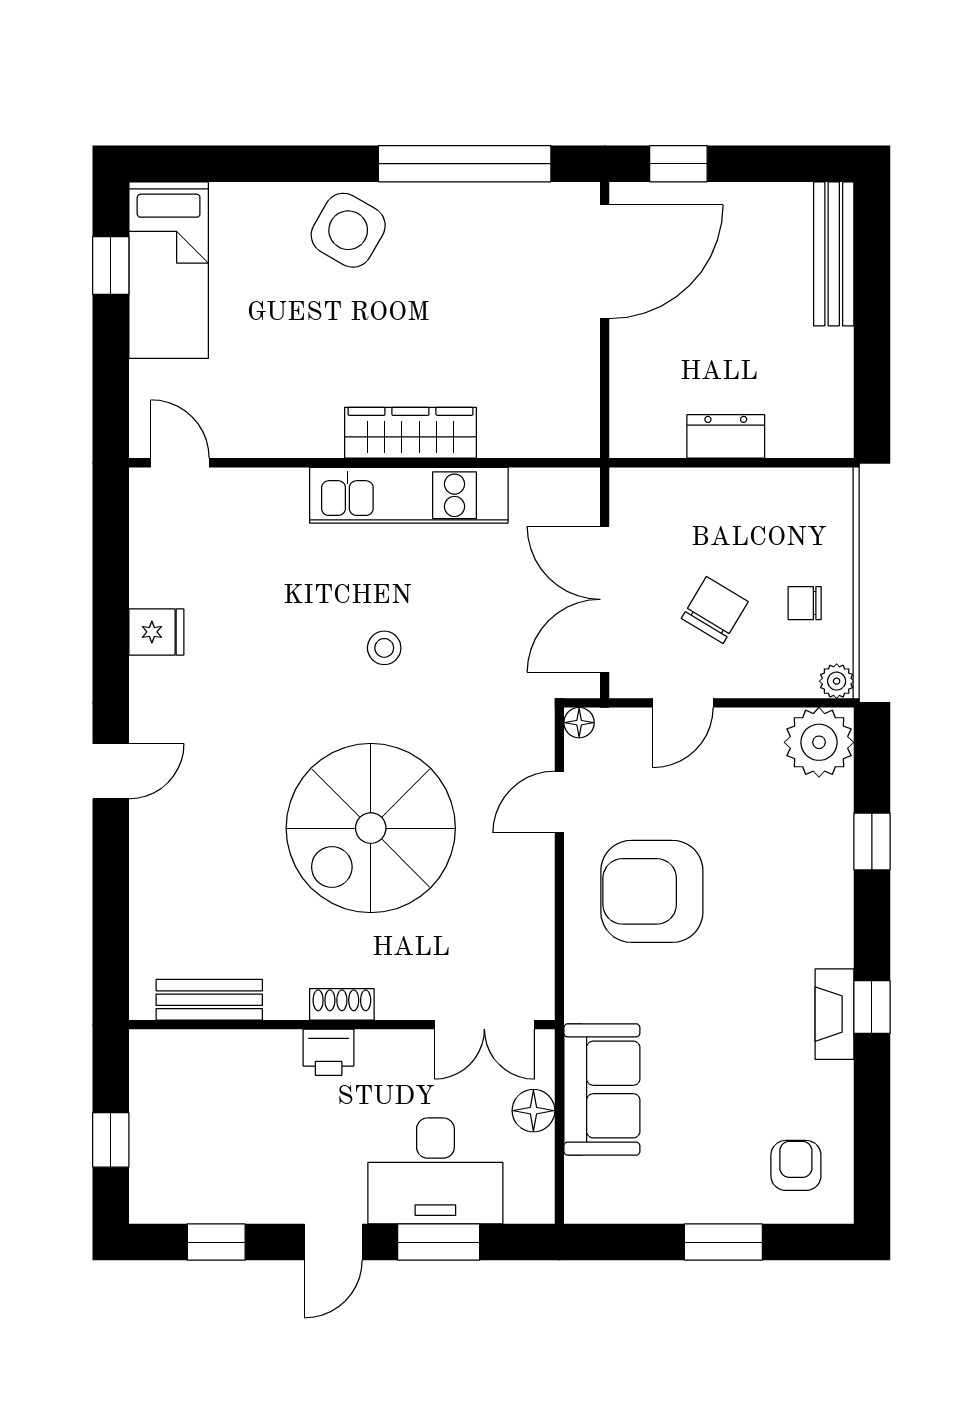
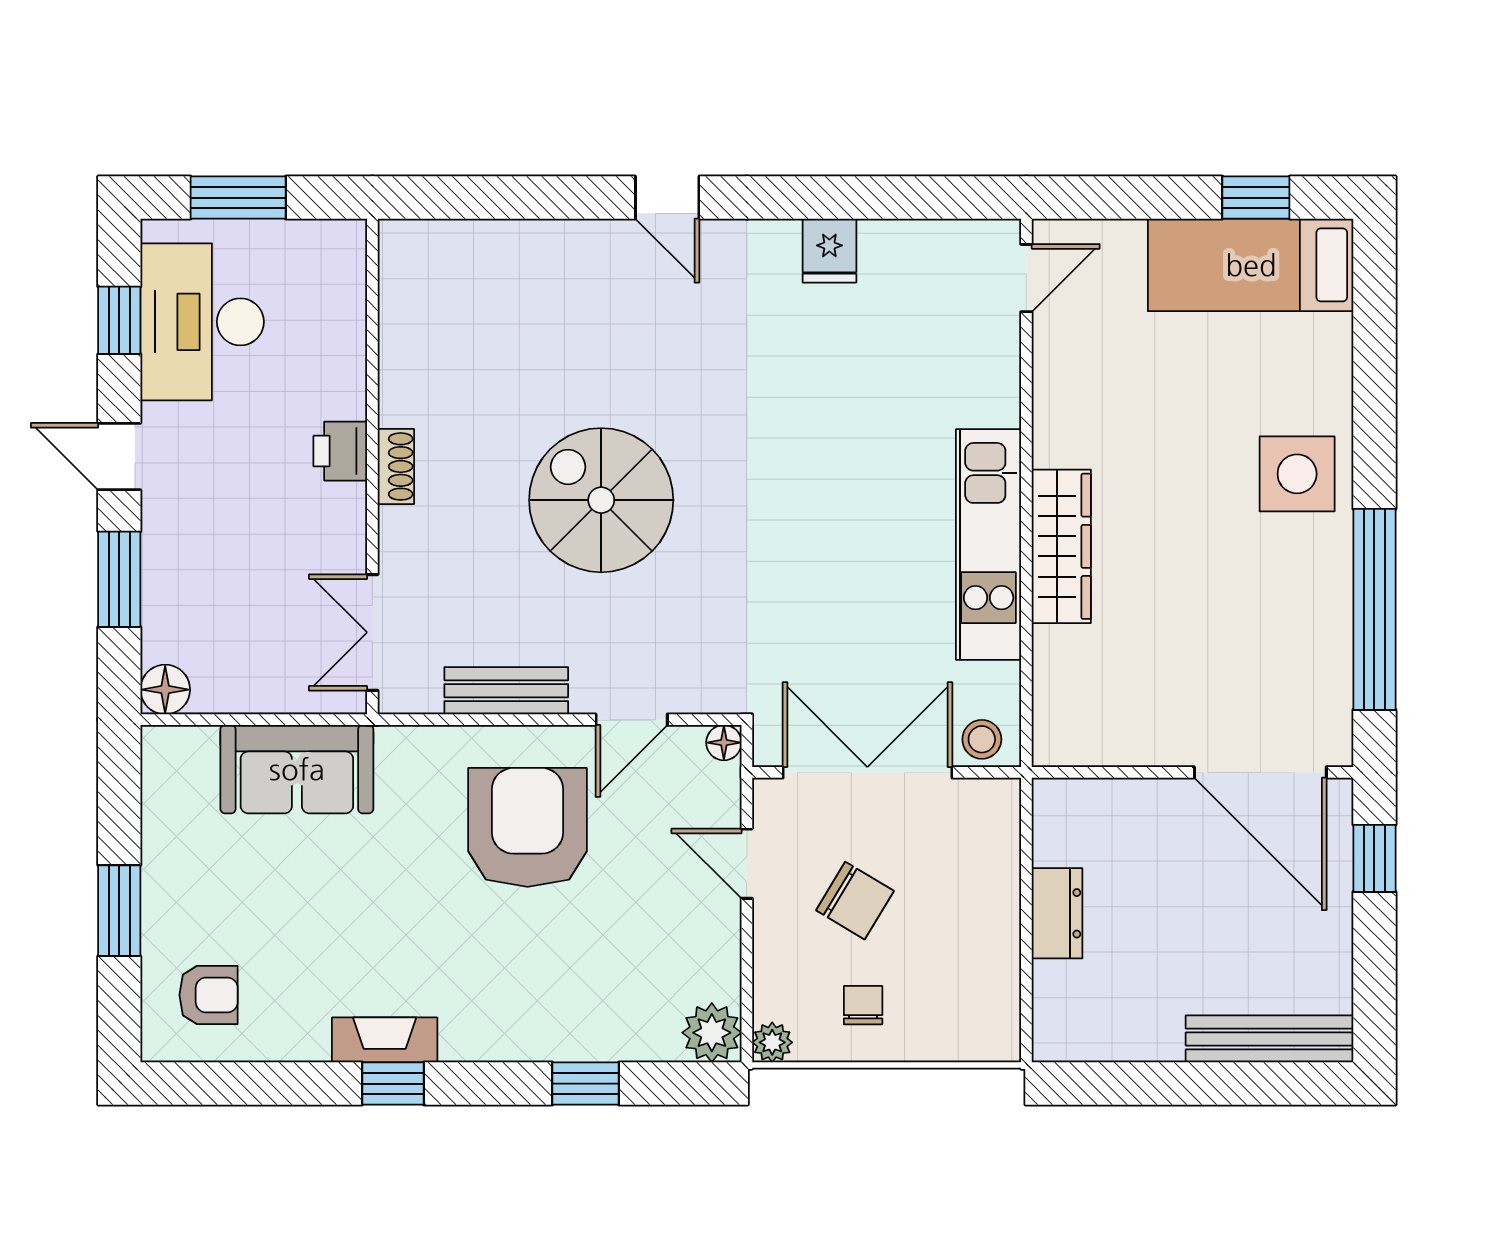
side table: (348, 230) -> (1297, 474), turned -30
stool: (384, 648) -> (982, 739), moved
plant: (819, 742) -> (712, 1033), width x0.73, depth x0.73
door: (559, 802) -> (632, 720), swing flipped
spiral stairs: (371, 828) -> (601, 500), width x0.73, depth x0.73
bench: (209, 1000) -> (506, 691), moved, turned 90
floor lamp: (533, 1111) -> (165, 690), moved
window: (111, 1140) -> (238, 198), width x1.50
desk: (435, 1171) -> (202, 322), moved

